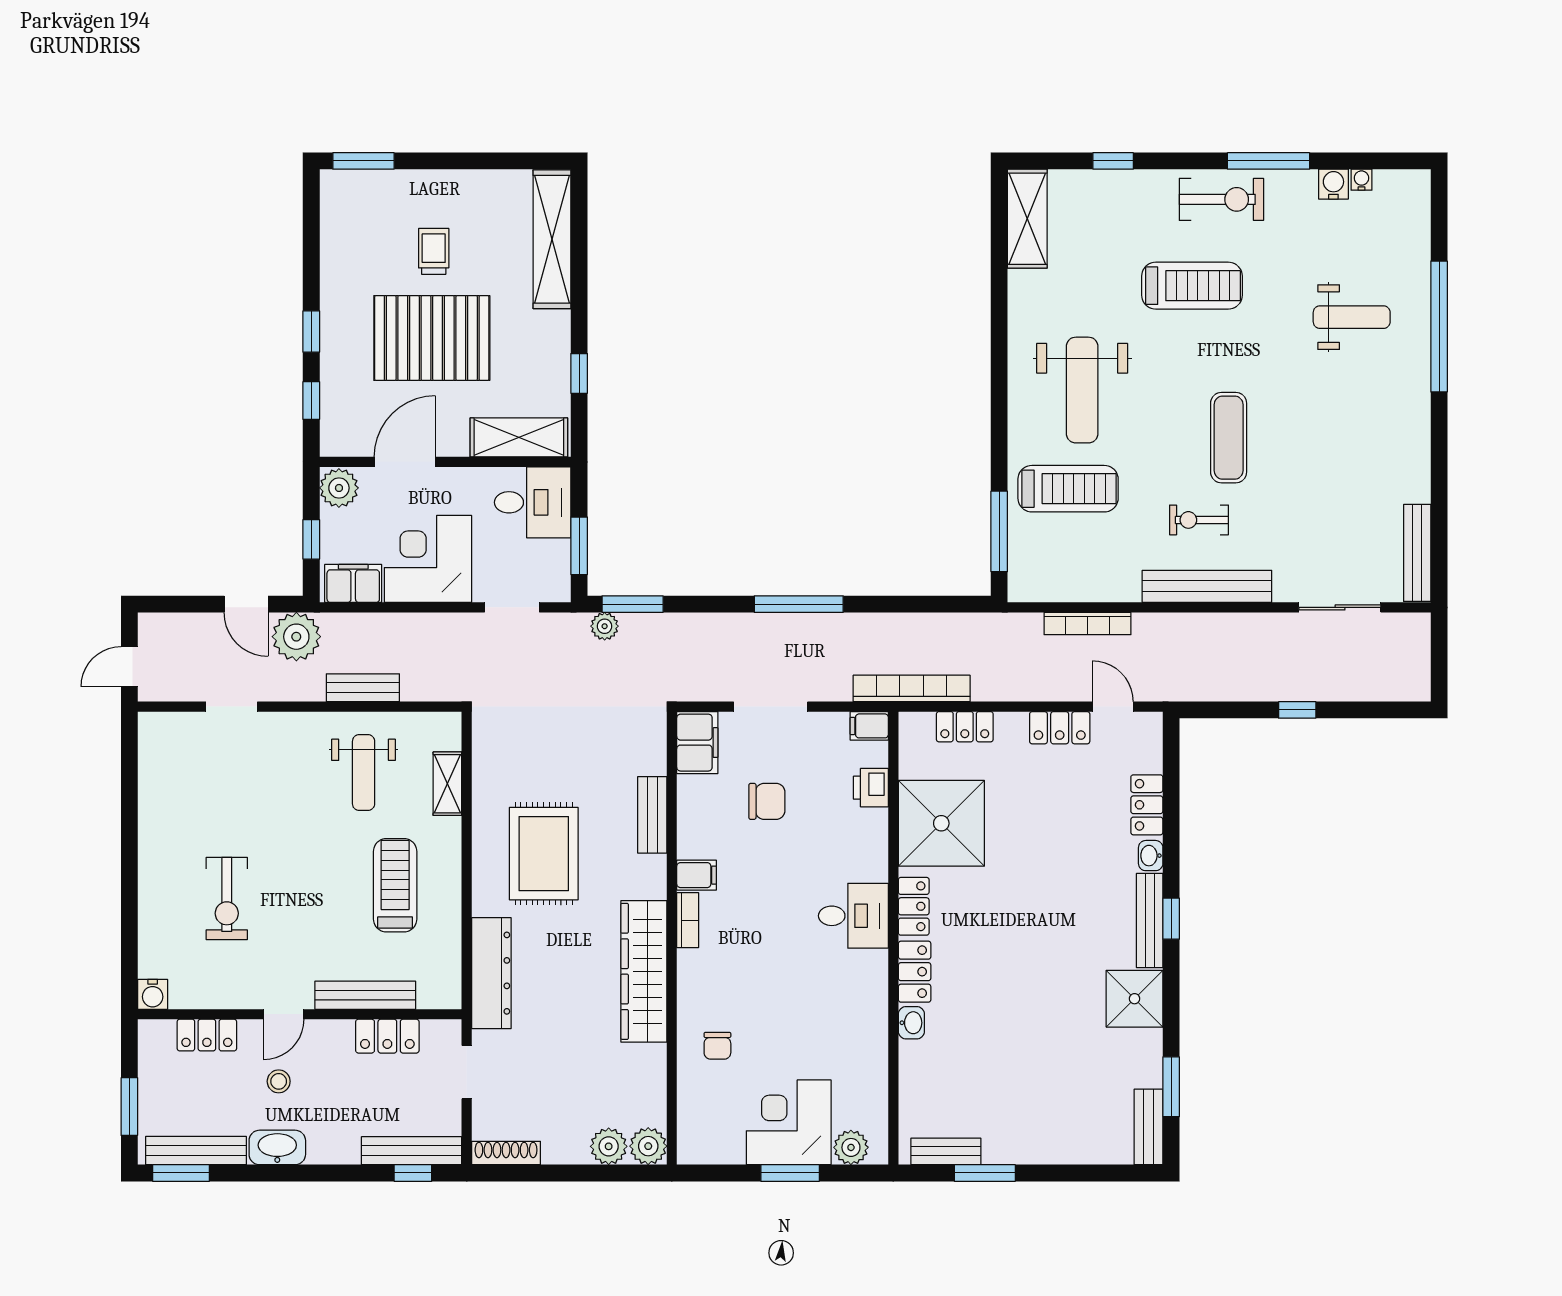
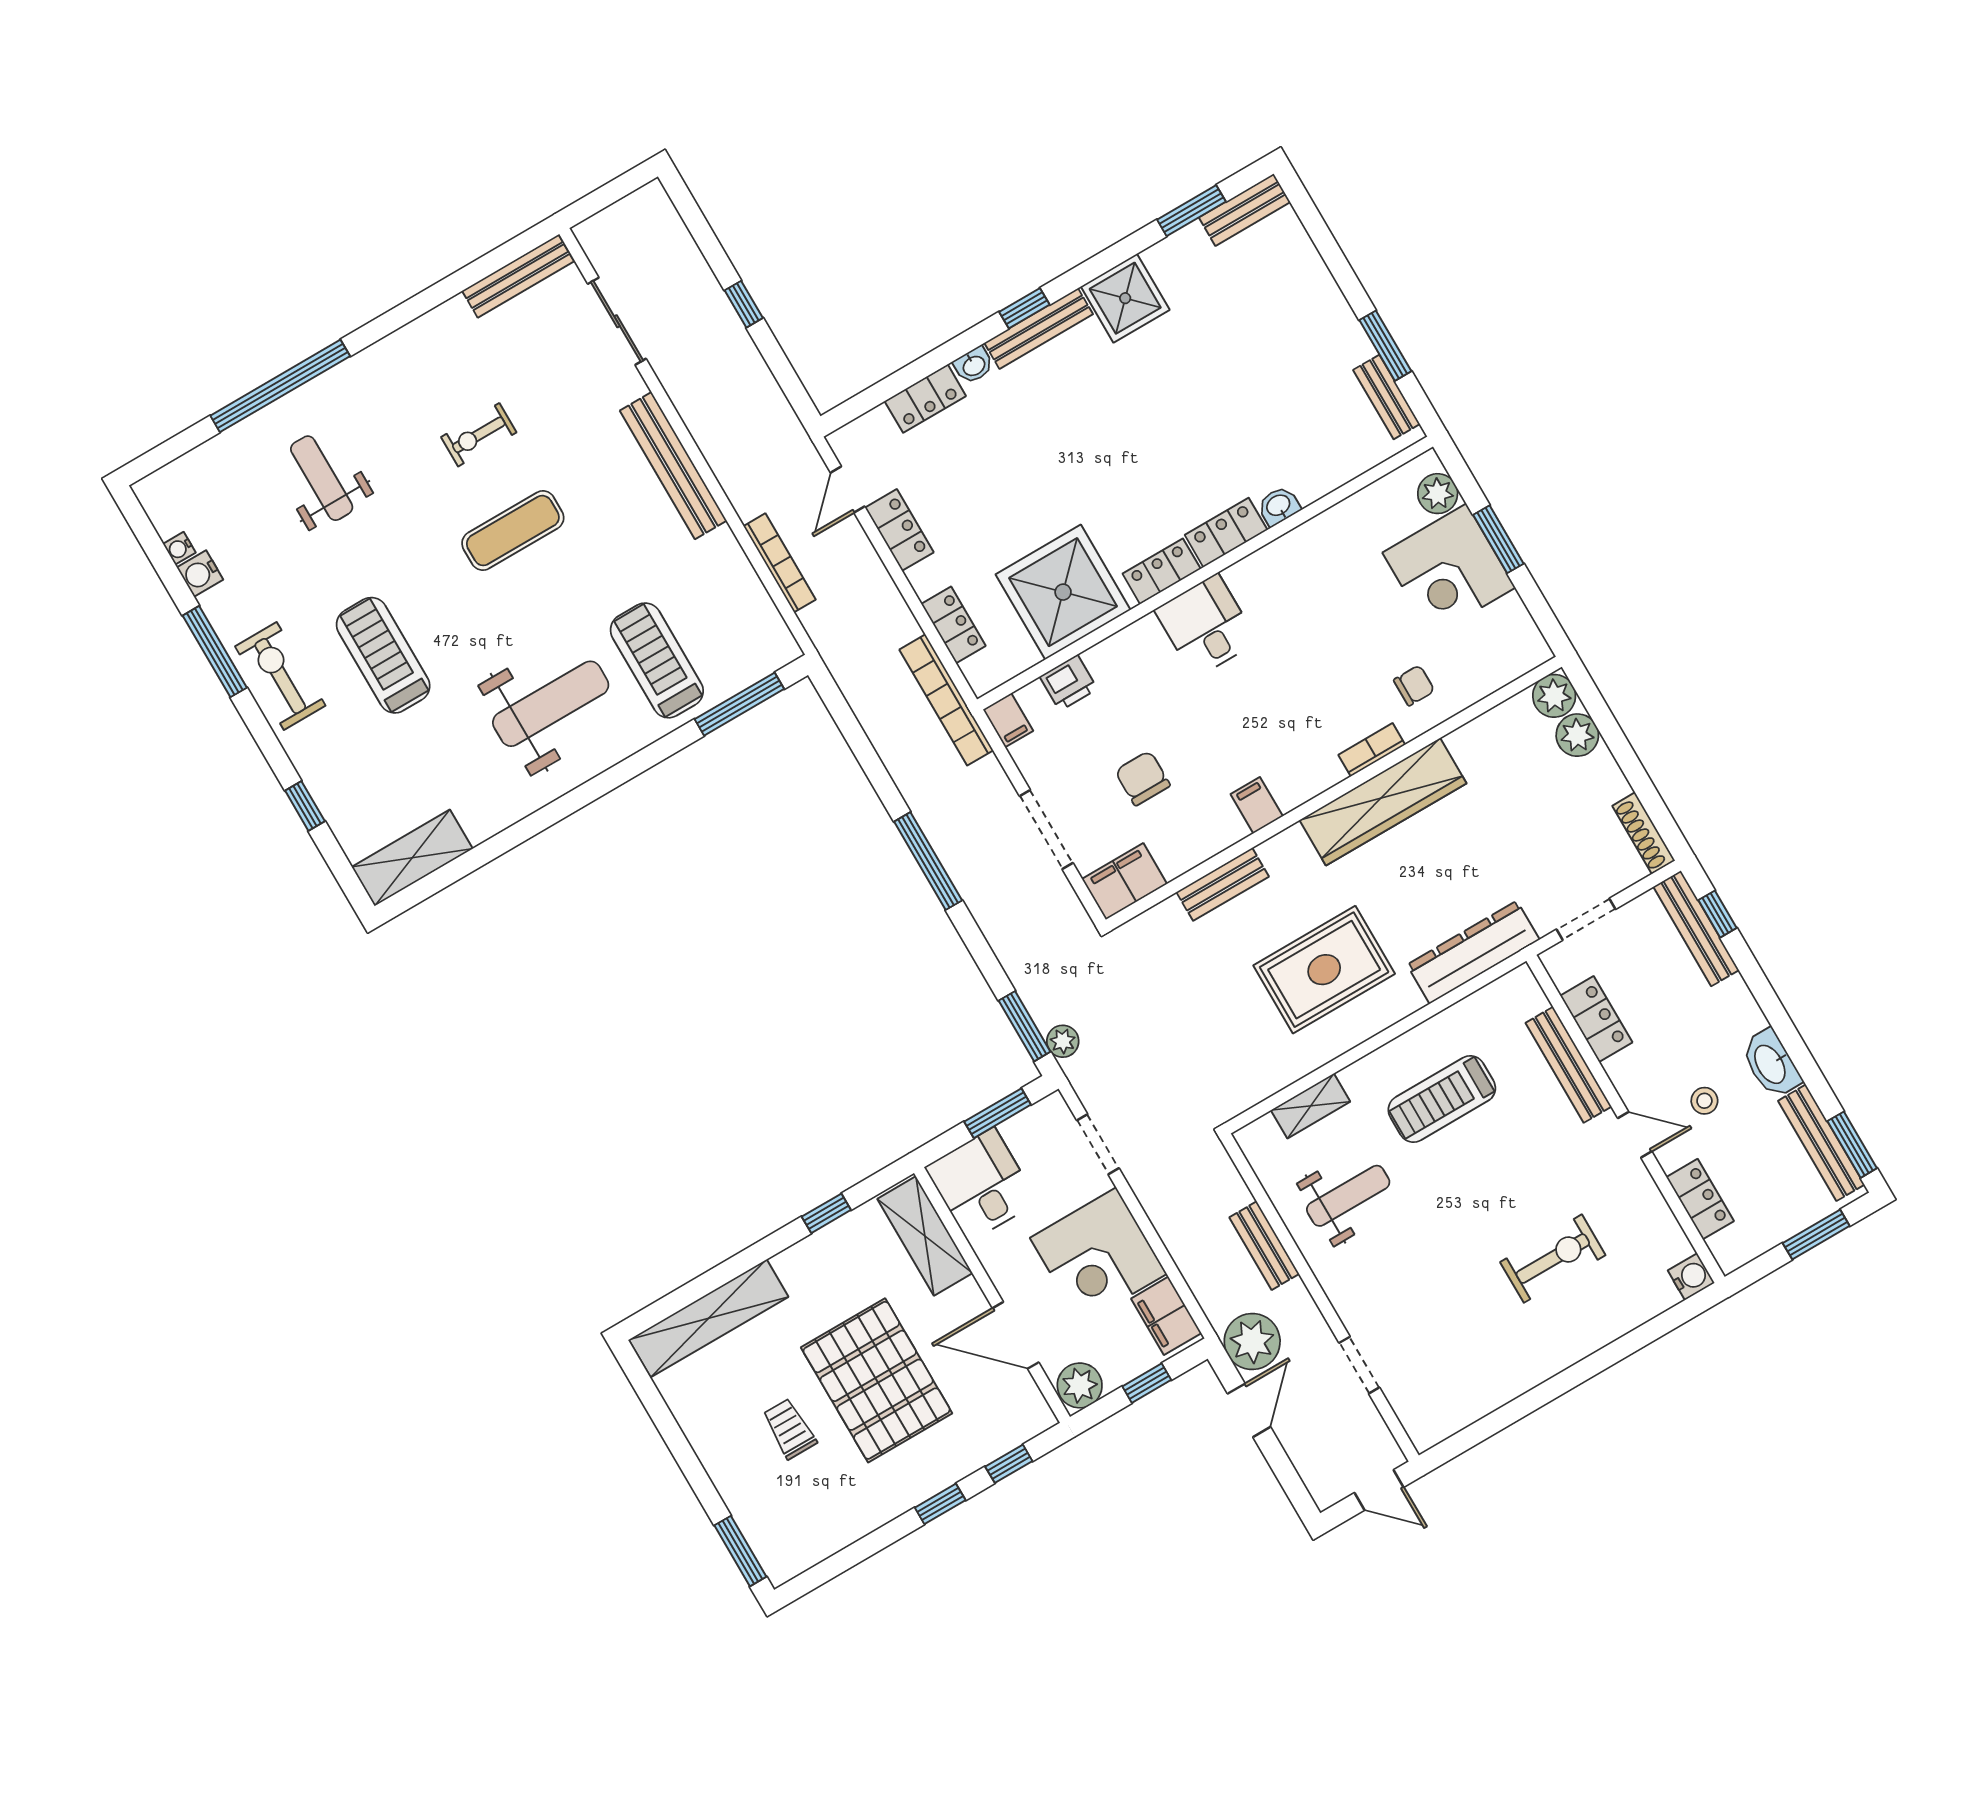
trolley: (434, 251) -> (789, 1429), turned 90
exercise bike: (1199, 520) -> (479, 435), moved, turned 90
bookcase: (688, 920) -> (1372, 750), moved

